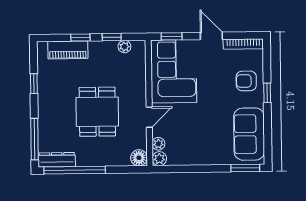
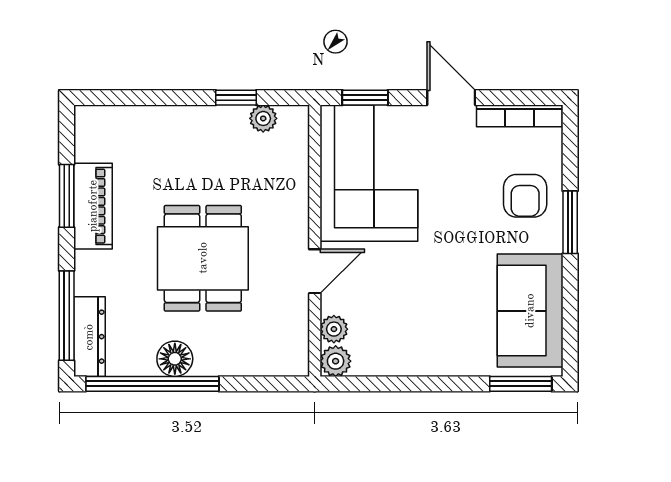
window: (80, 38) -> (168, 98), removed
piano: (68, 50) -> (93, 206), moved, turned -90
armchair: (246, 81) -> (525, 196), turned -90
window: (34, 84) -> (67, 196), width x1.50
window: (267, 93) -> (570, 222), width x1.50
floor lamp: (139, 158) -> (175, 359), moved
dresser: (57, 160) -> (89, 337), moved, turned 90

